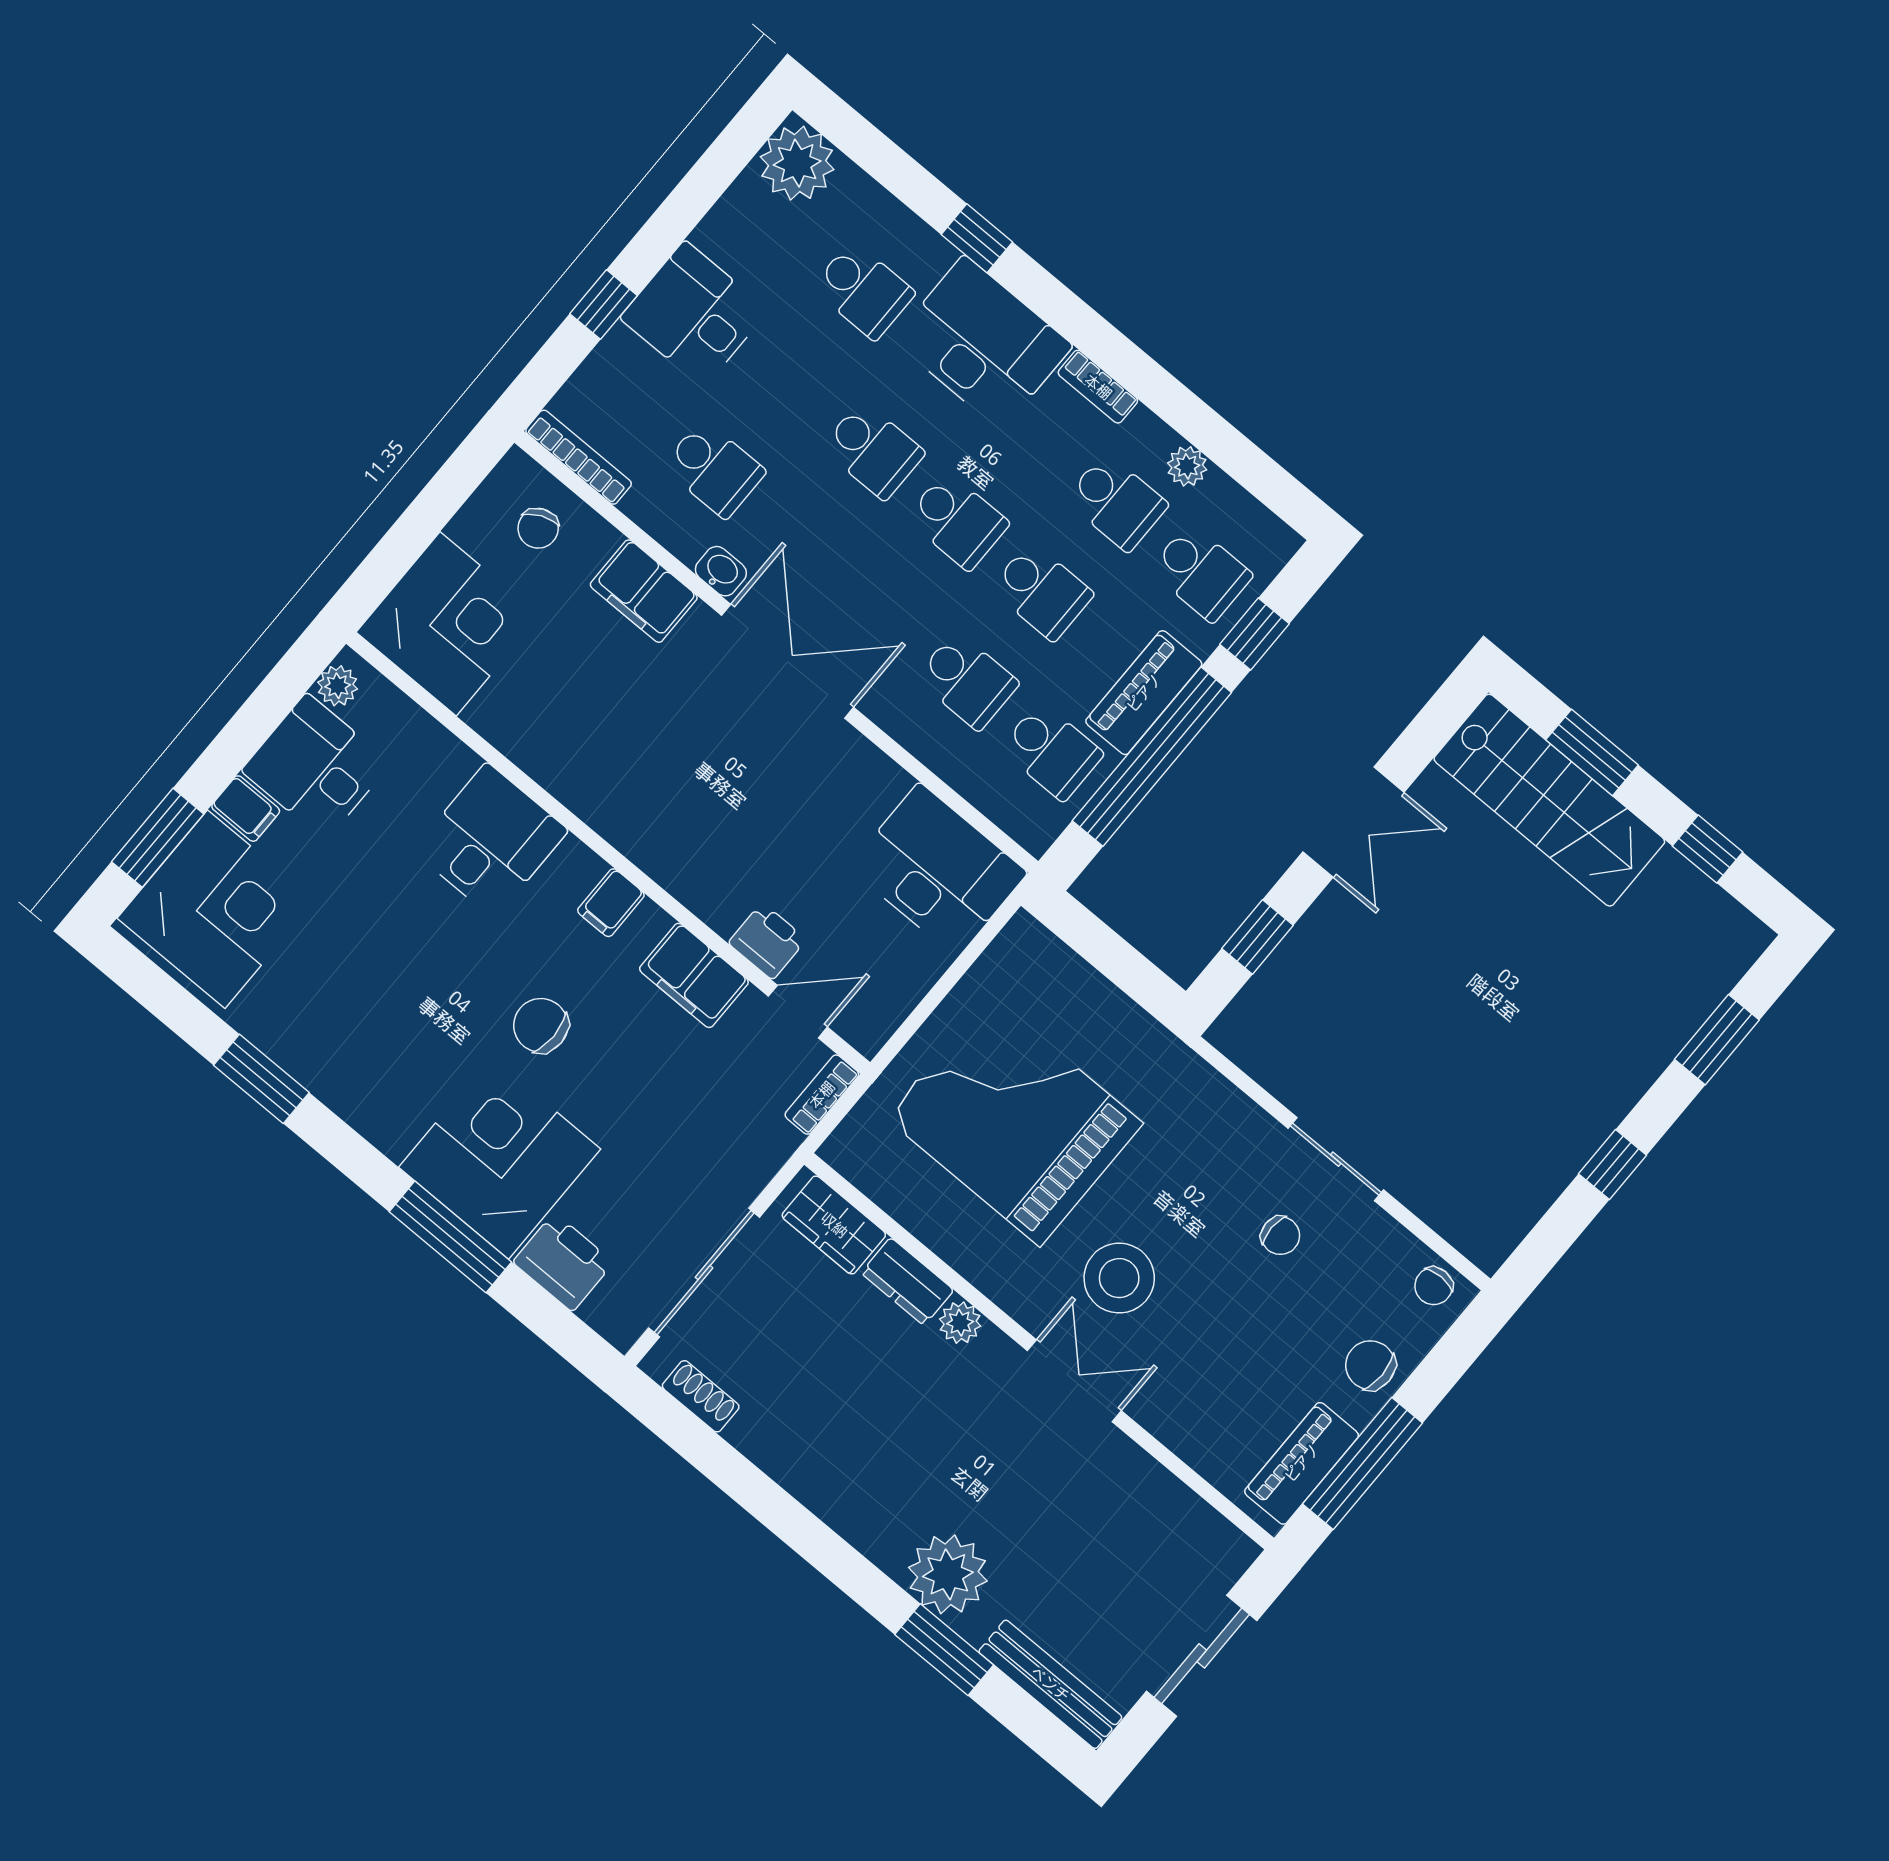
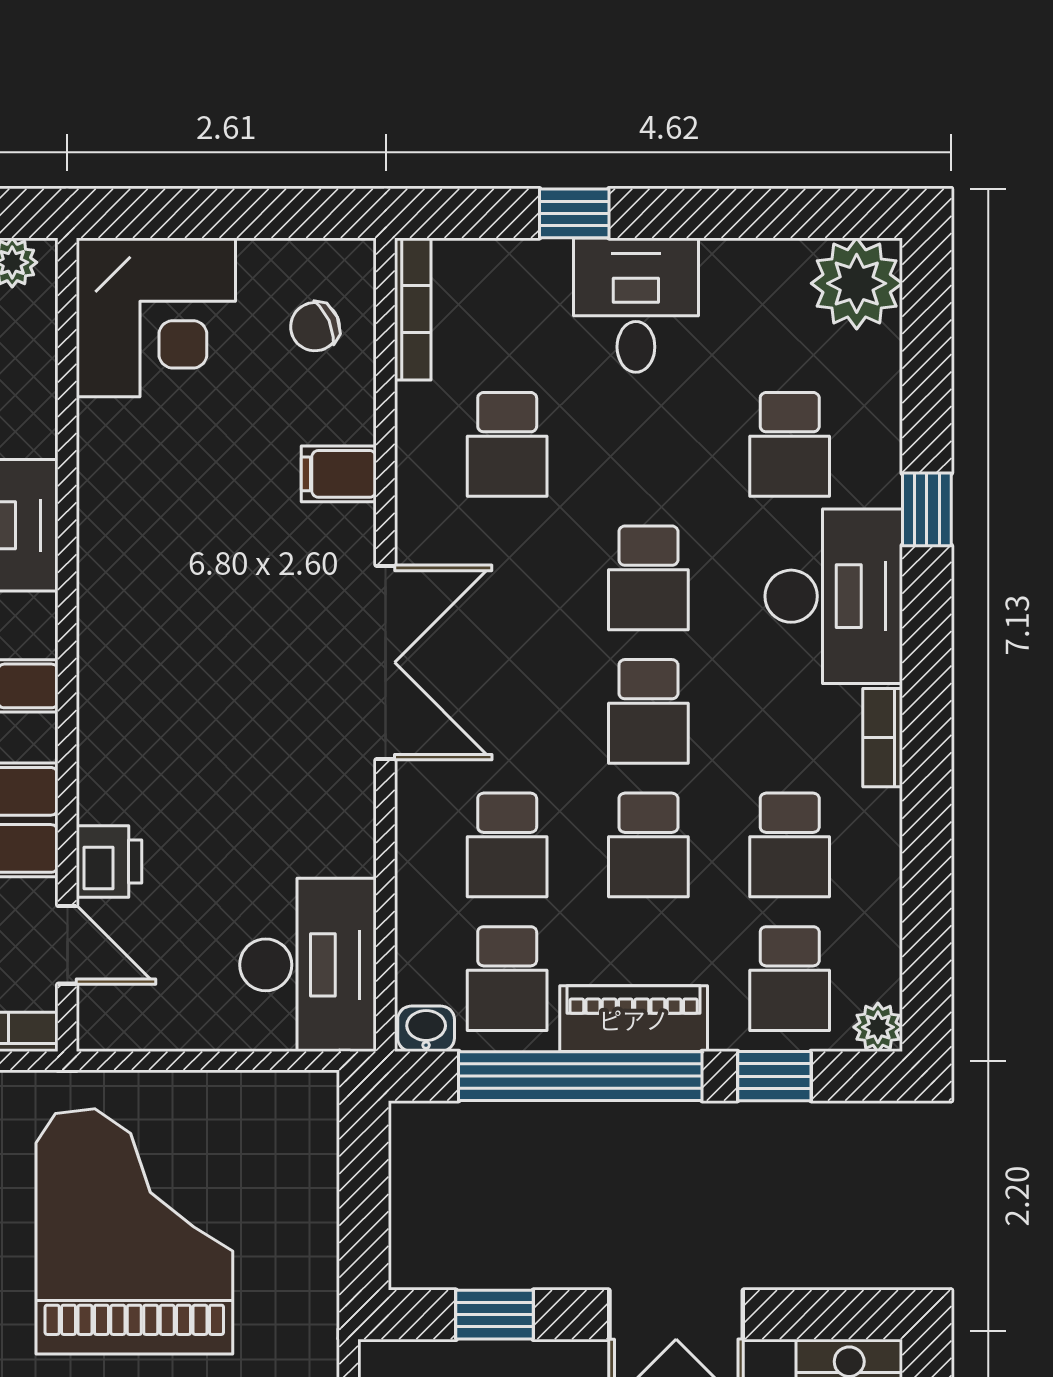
plant: (1187, 466) -> (878, 1027), moved
washbasin: (721, 571) -> (426, 1029), moved, turned -90
filing cabinet: (644, 591) -> (339, 474), width x0.50

